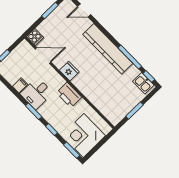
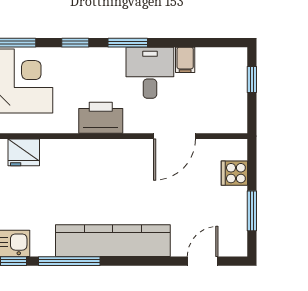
cooker: (35, 37) -> (234, 173), moved
door: (43, 56) -> (174, 136), moved
fridge: (69, 71) -> (24, 152), moved

